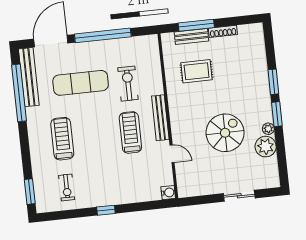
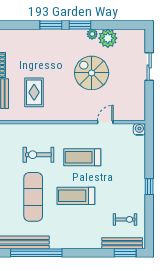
bench: (160, 118) -> (122, 243), moved
treadmill: (62, 139) -> (76, 196), moved

